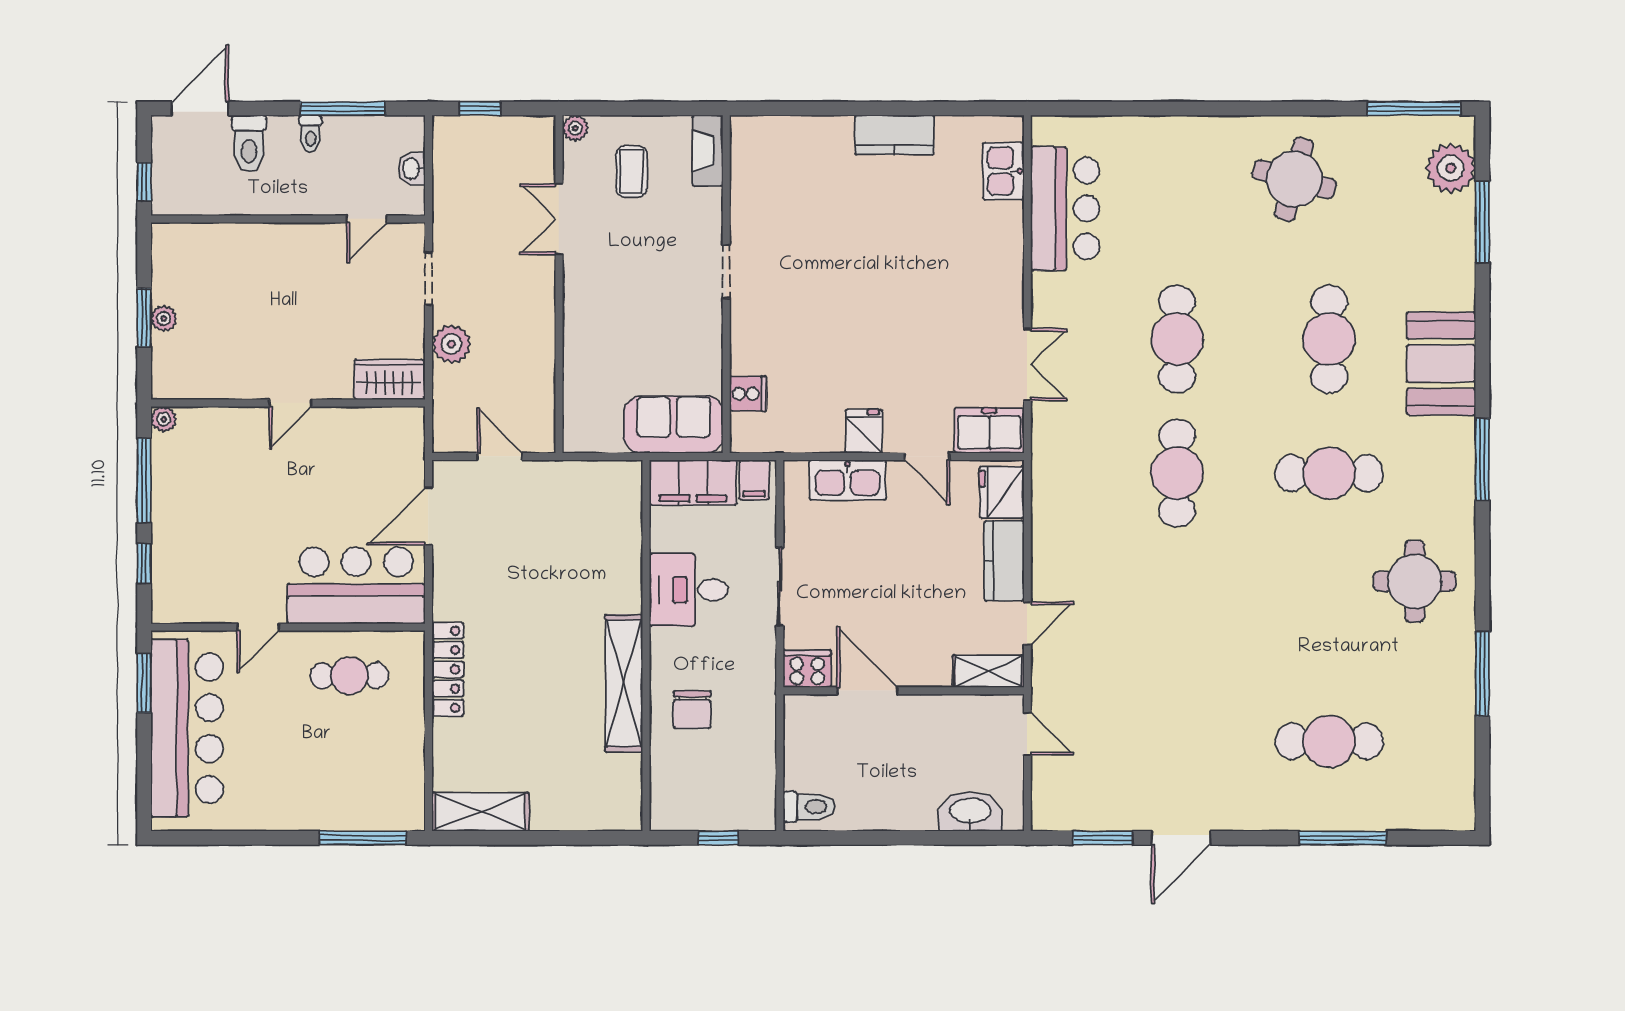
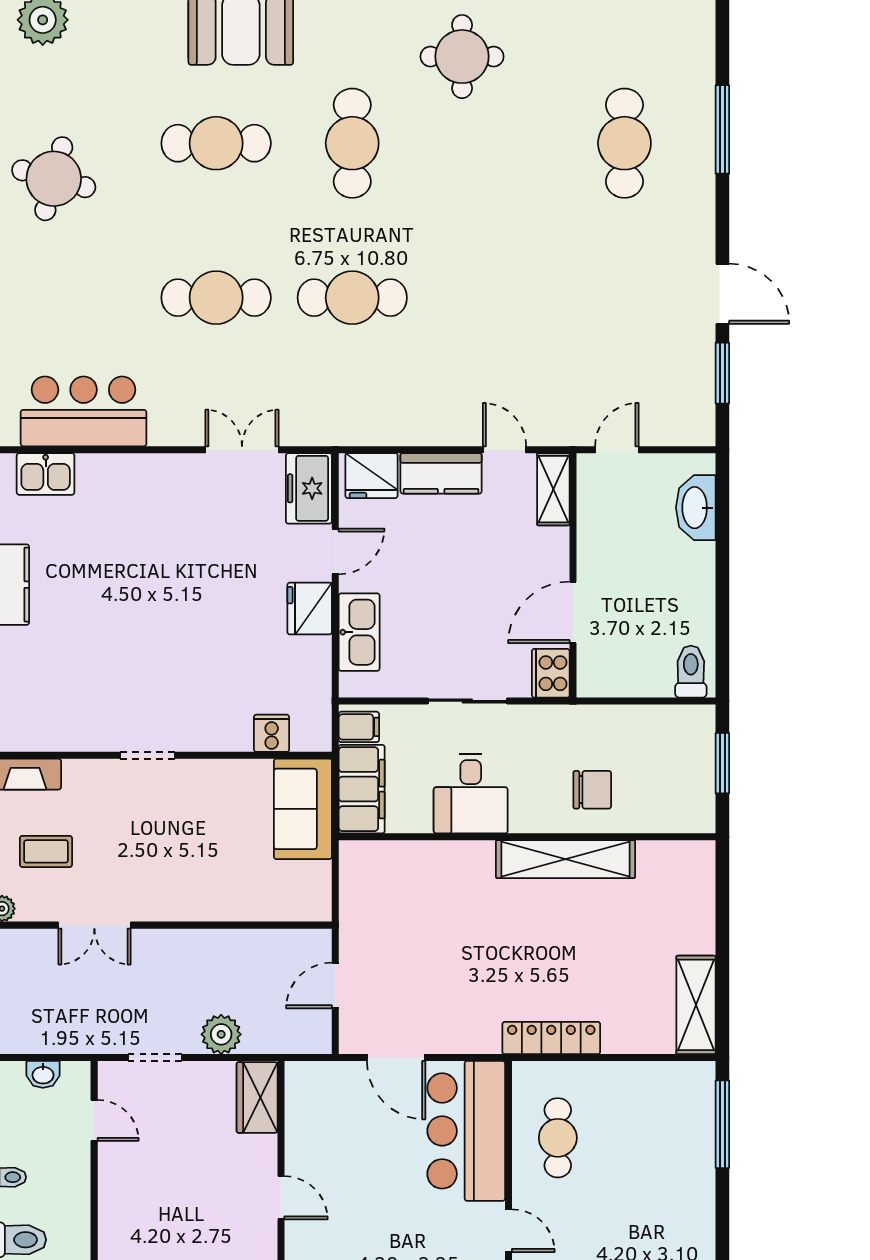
fridge: (864, 431) -> (310, 609), width x1.38
window: (719, 838) -> (722, 763), width x1.50

